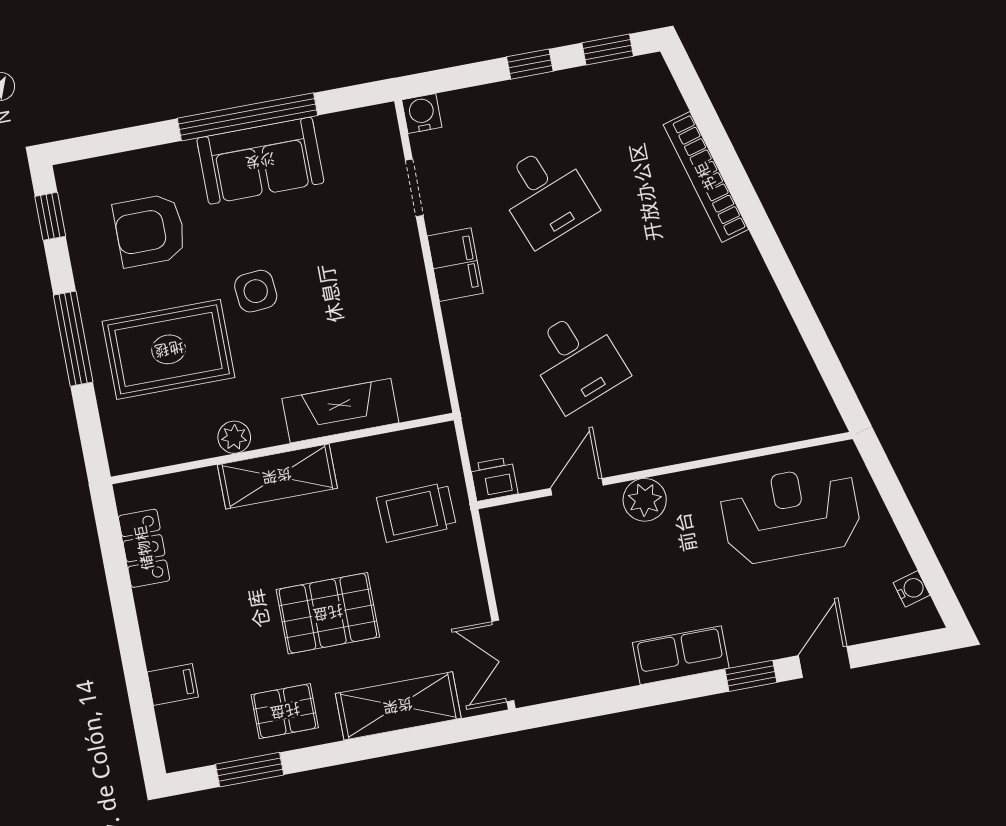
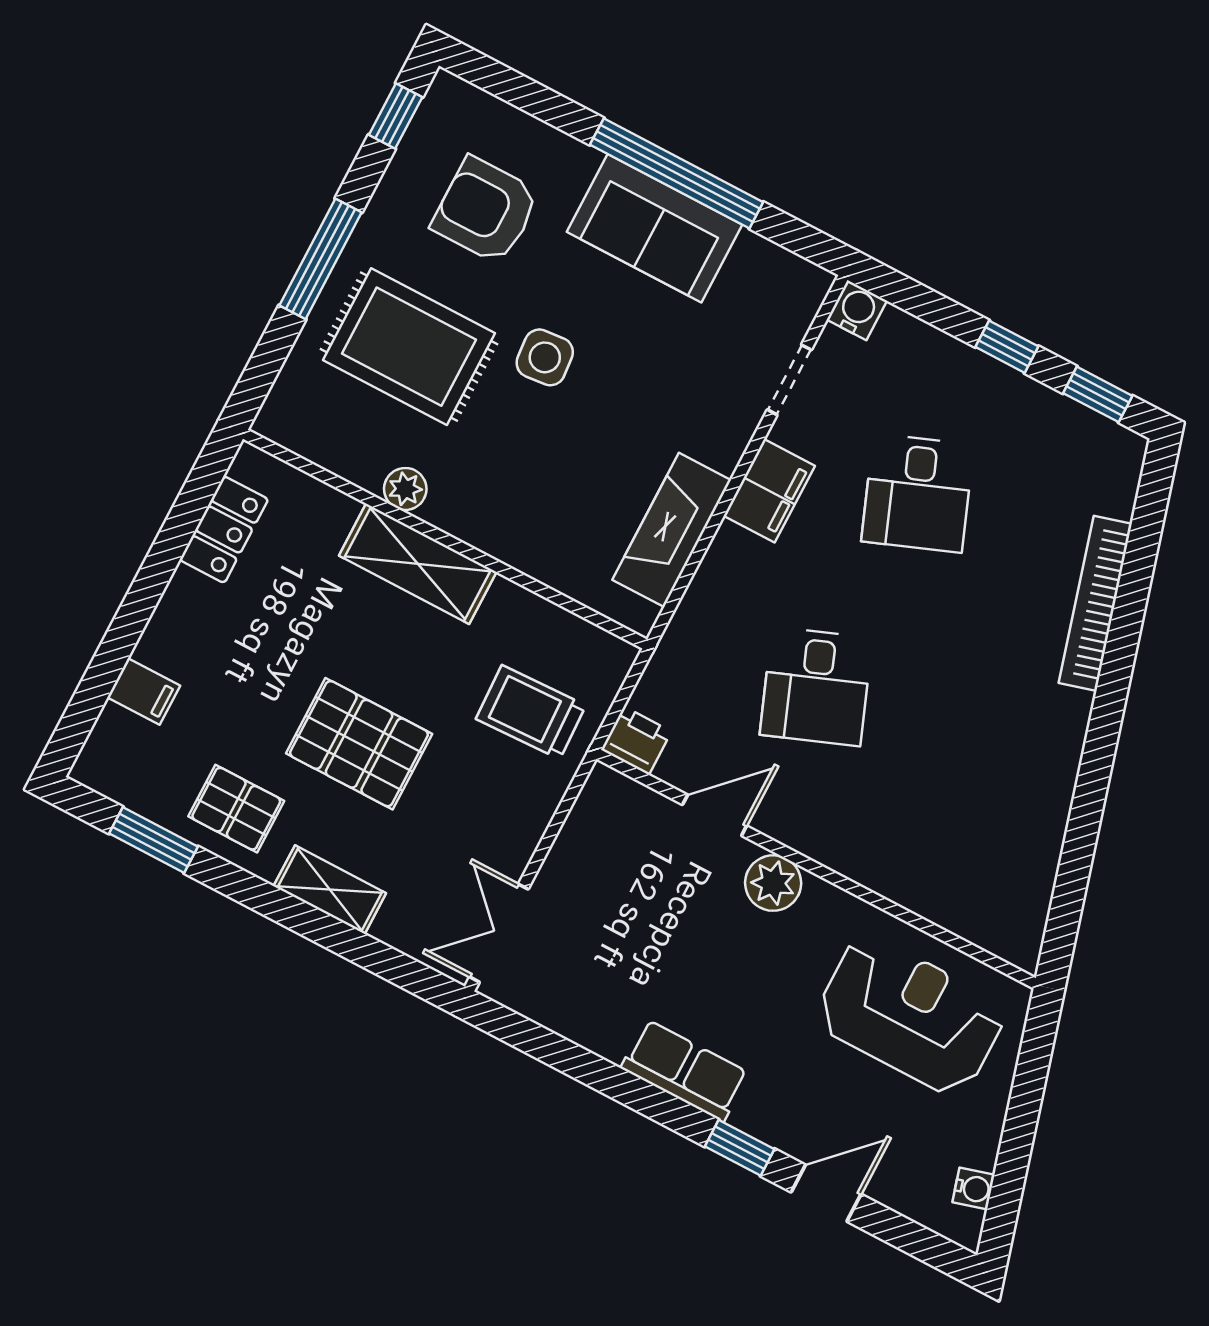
fireplace: (340, 411) -> (672, 530), moved, turned -90
shelving: (398, 706) -> (330, 890), width x0.67, depth x0.75

